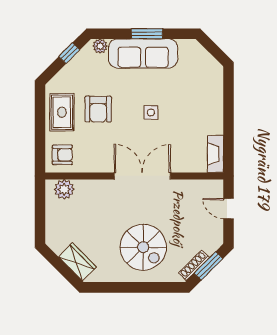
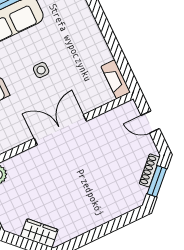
spiral stairs: (143, 247) -> (91, 192), removed
shoe rack: (194, 265) -> (149, 170), moved

